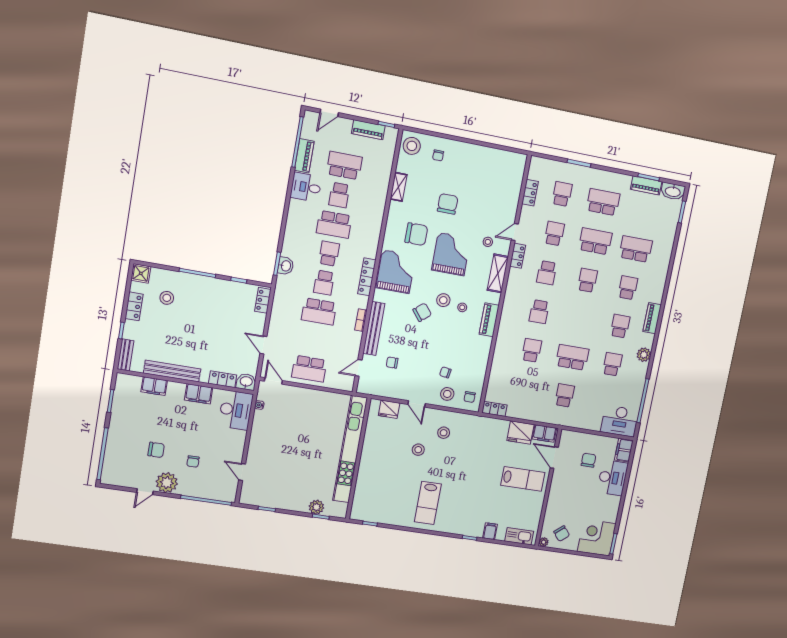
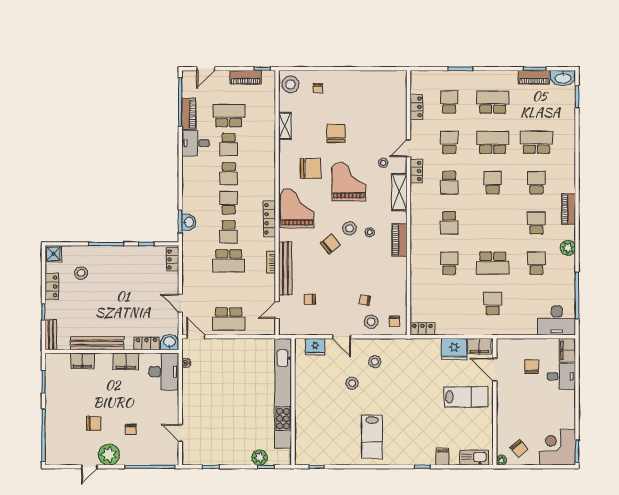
school desk: (334, 224) -> (229, 174), width x0.54
school desk: (572, 357) -> (493, 263), turned 180
desk: (613, 478) -> (561, 376), width x0.73

